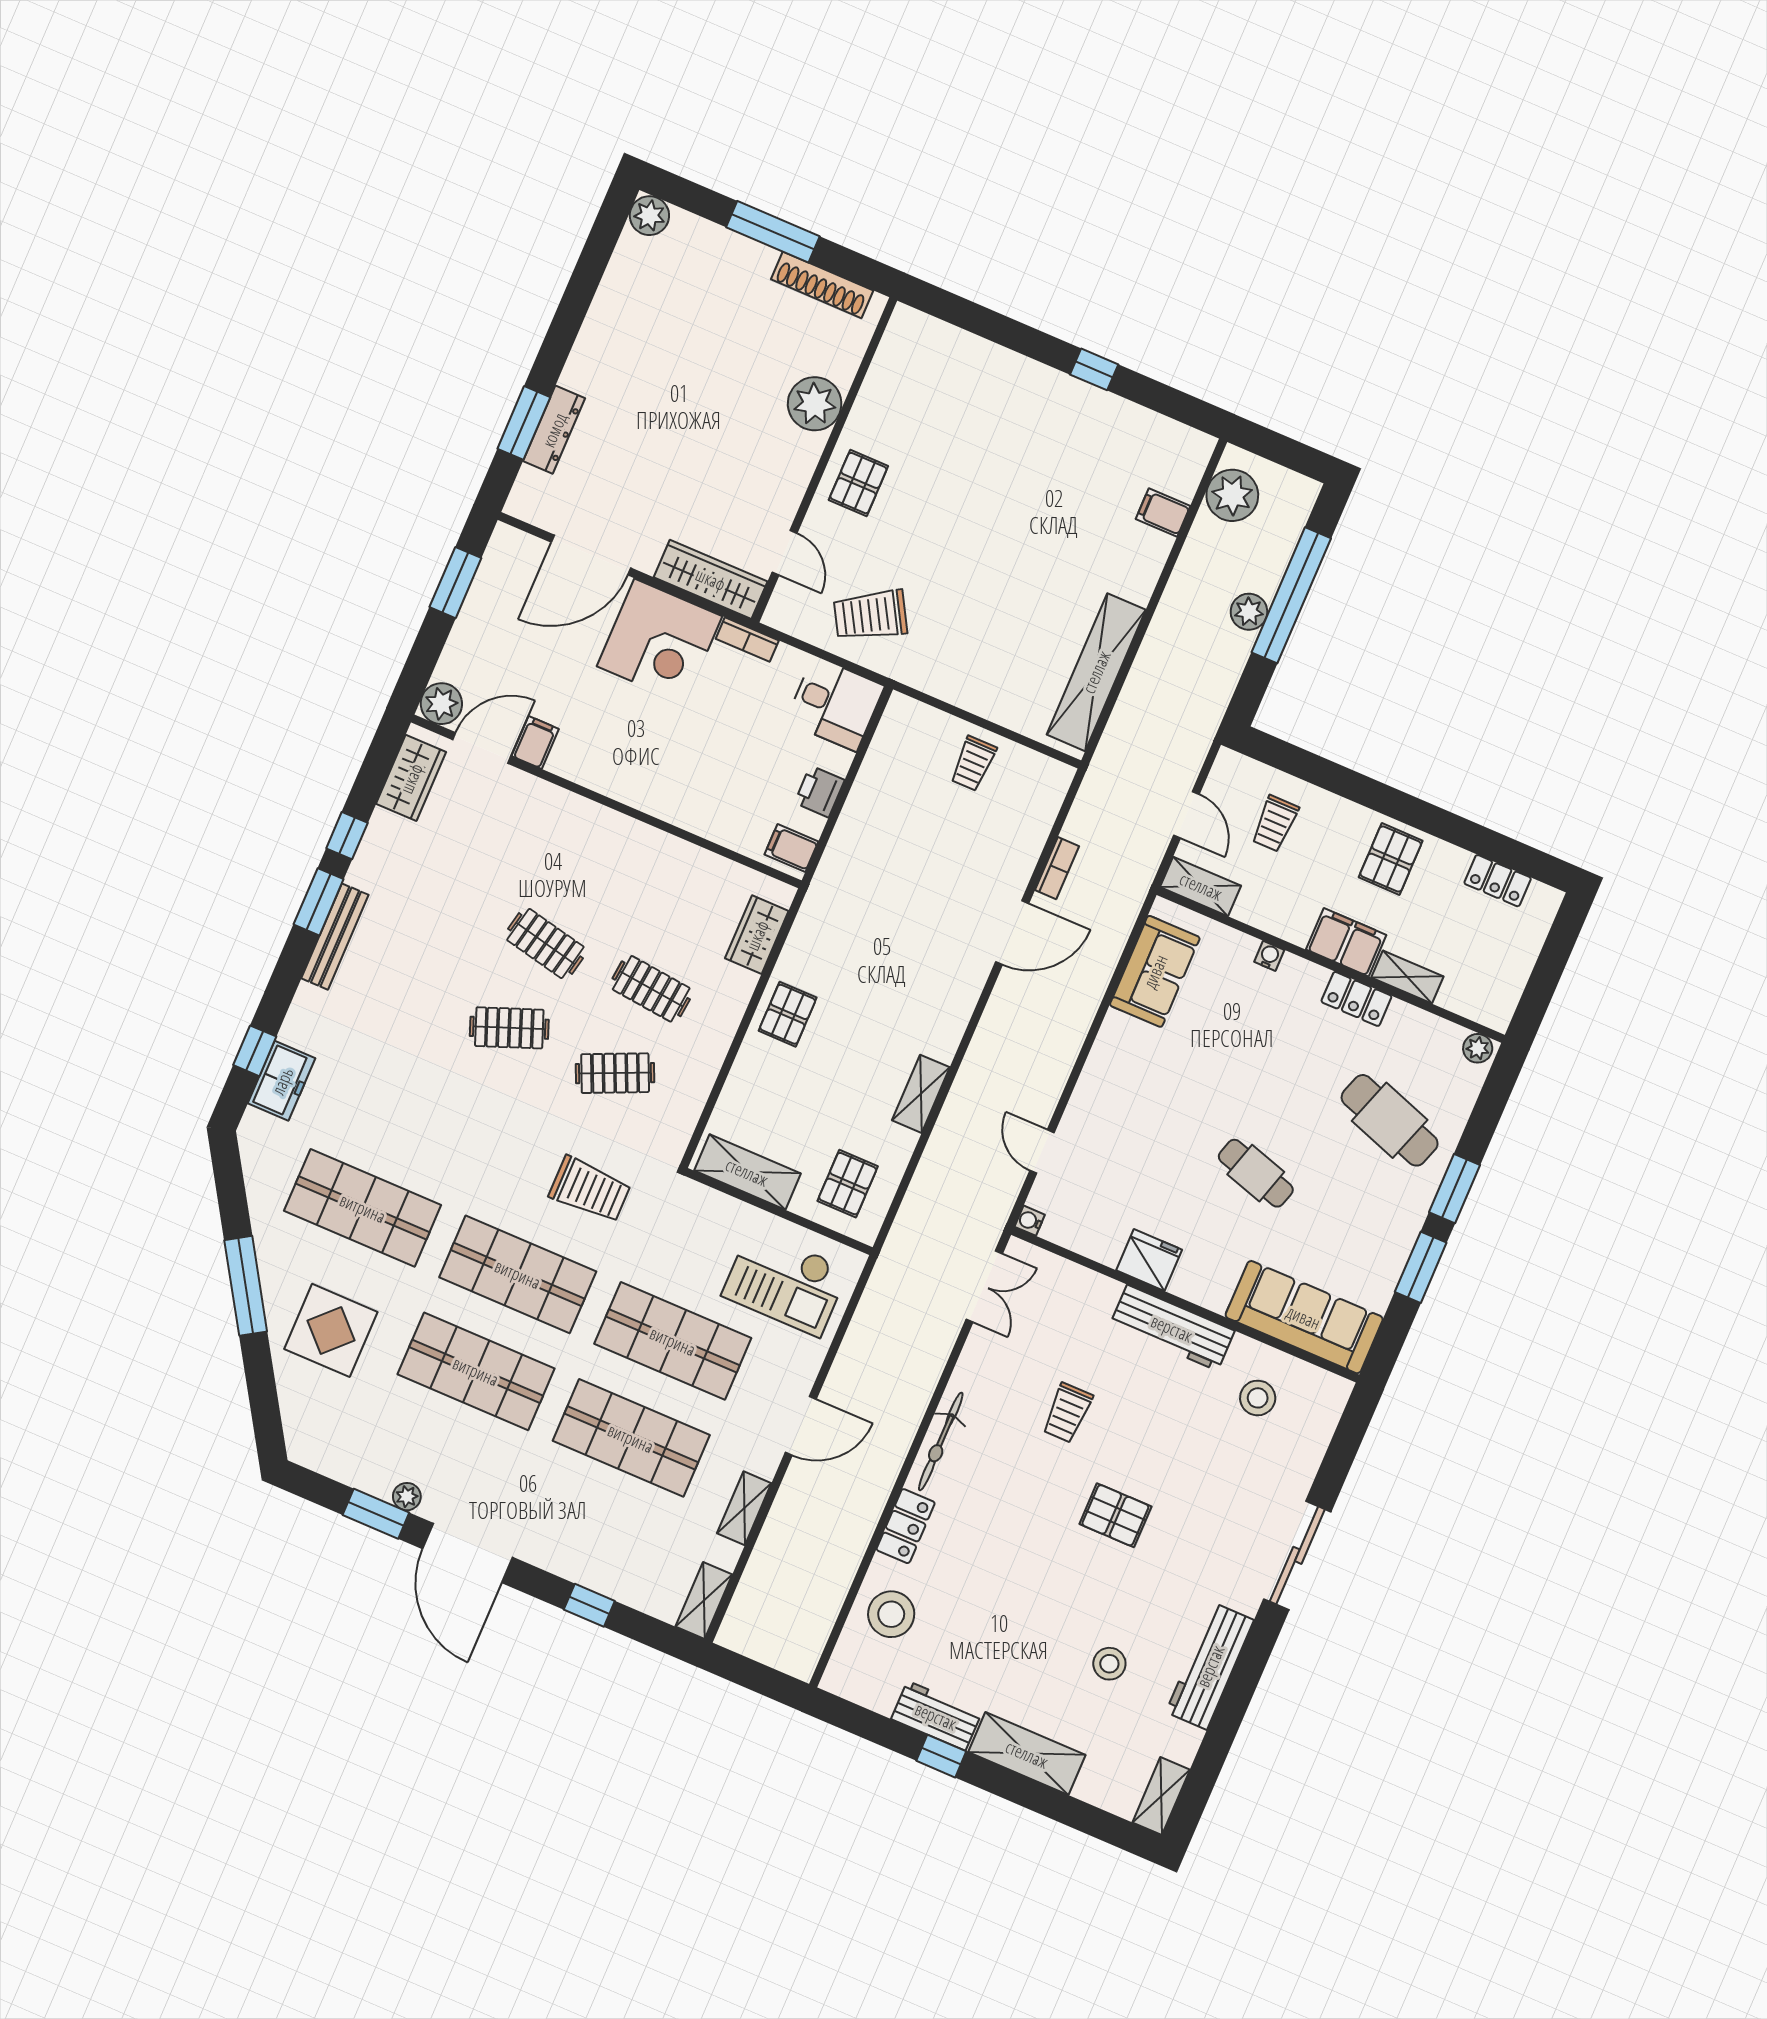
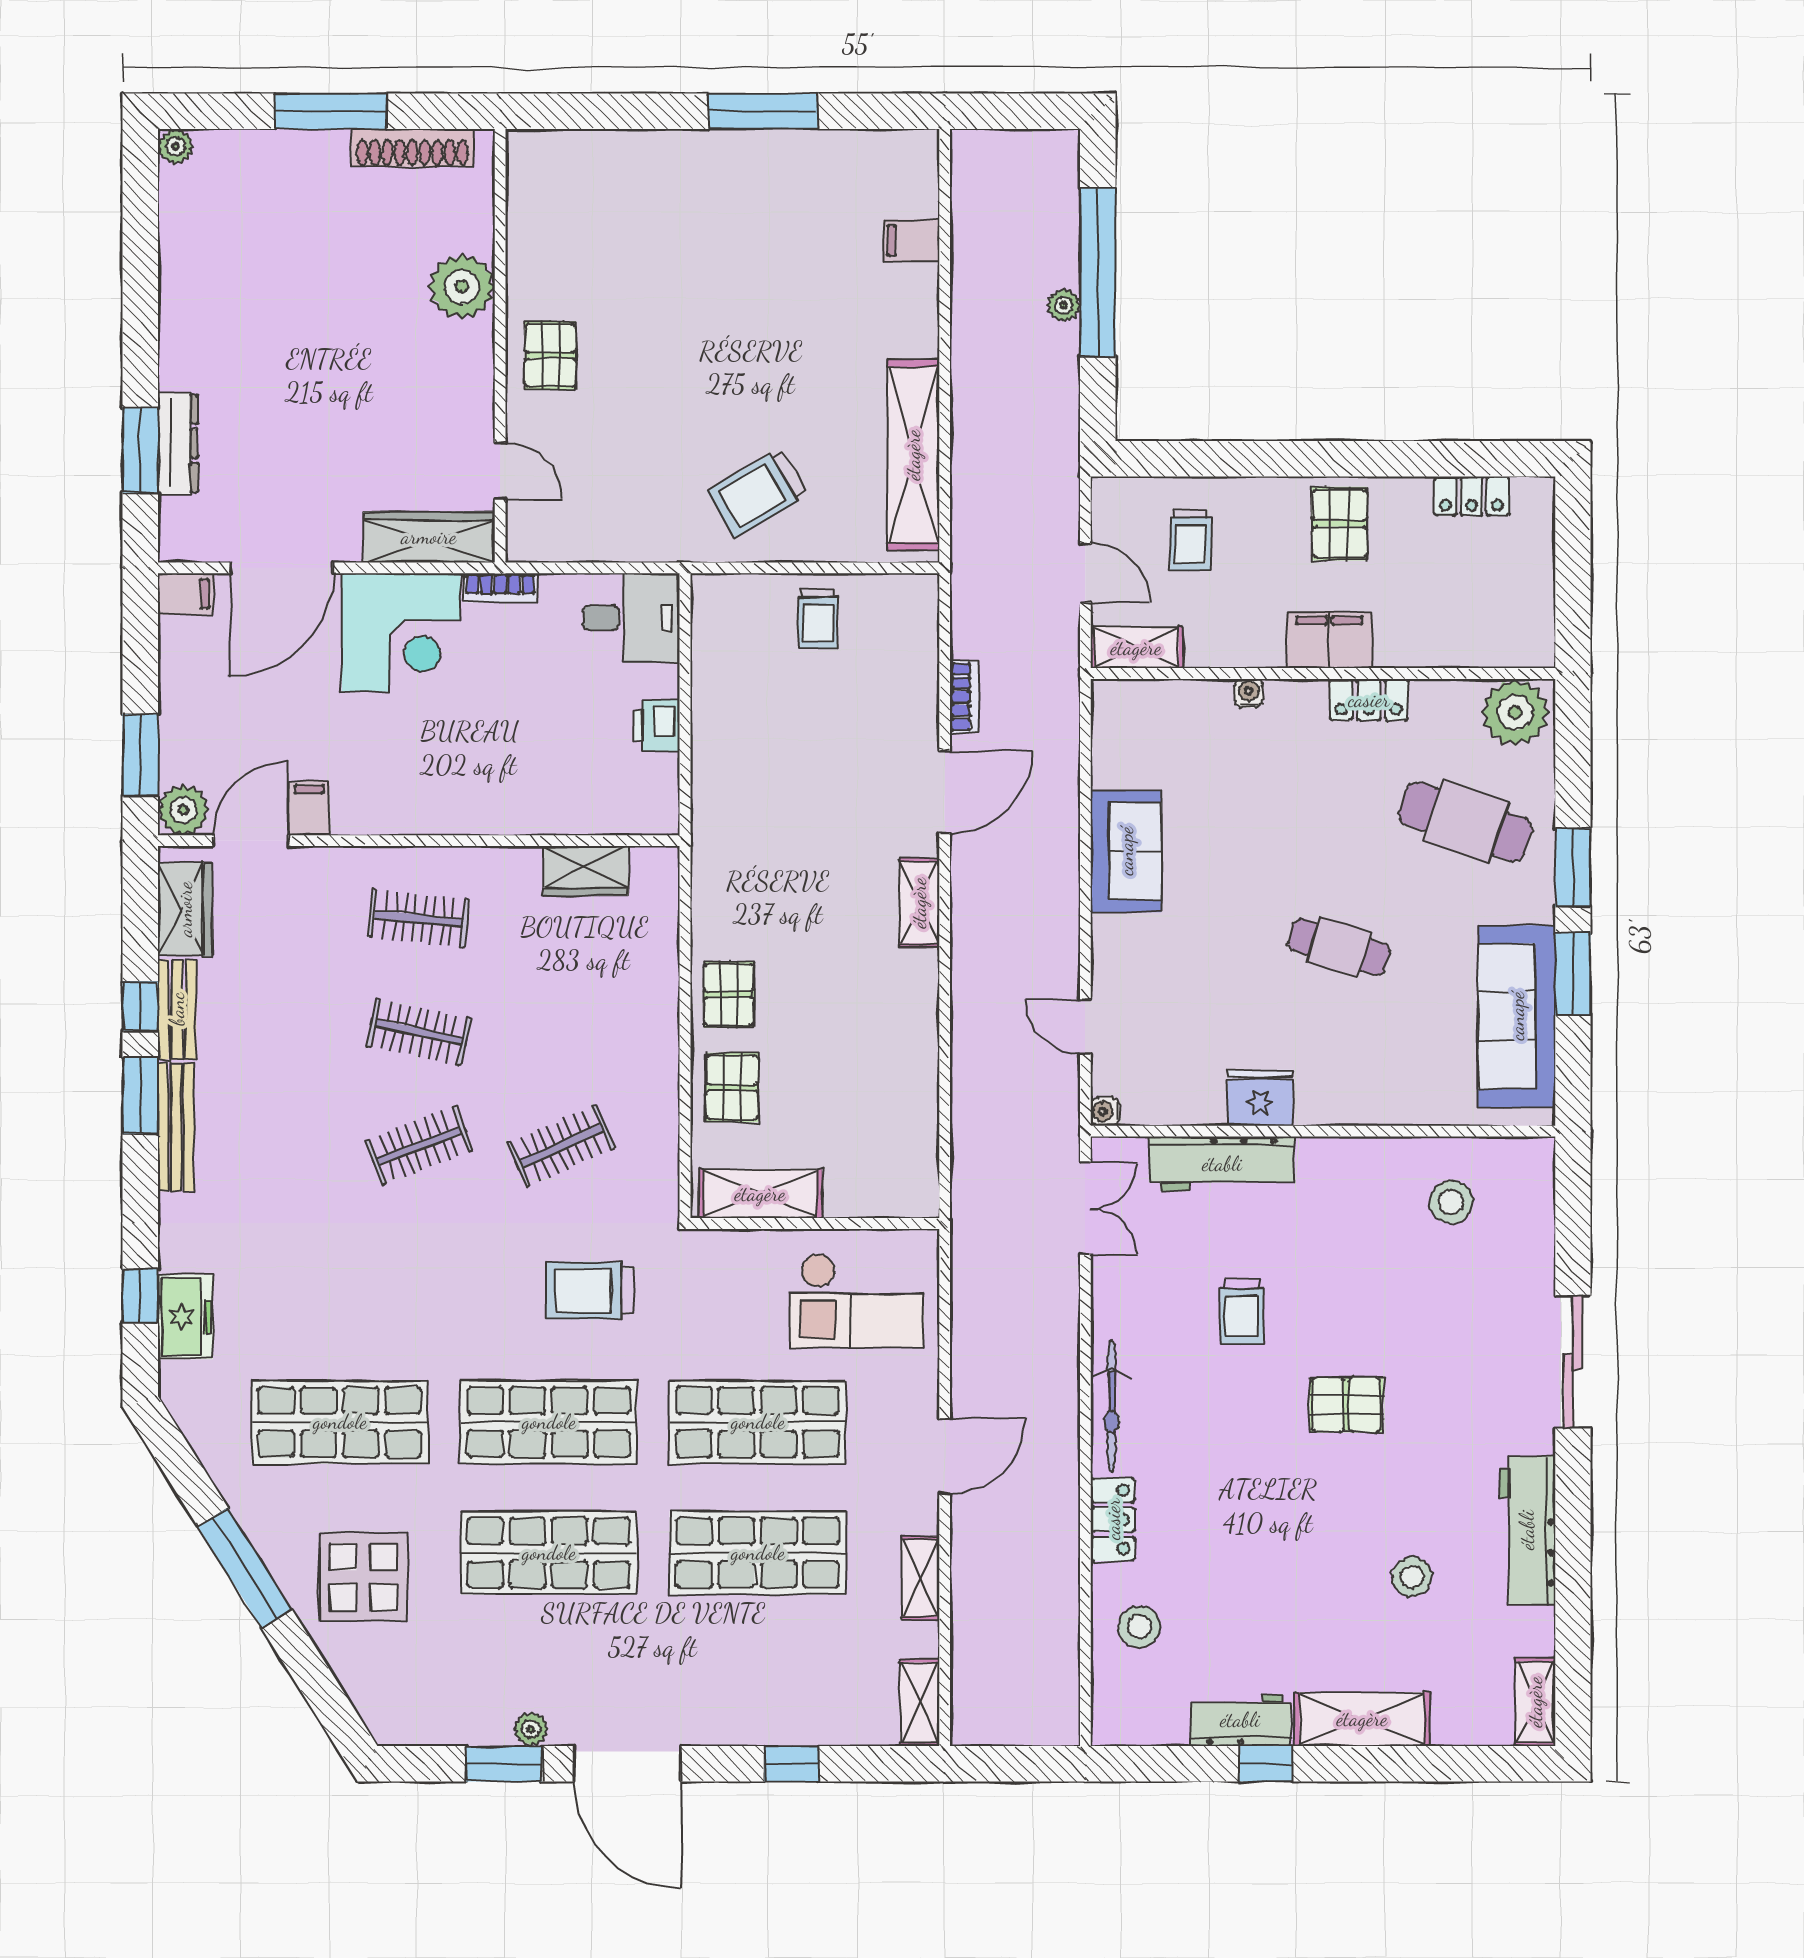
plant: (649, 216) -> (176, 146), width x0.73, depth x0.73
window: (1094, 369) -> (763, 111), width x2.17
plant: (1232, 495) -> (982, 187), removed
window: (455, 583) -> (140, 755), moved
plant: (1249, 612) -> (1064, 305), width x0.73, depth x0.73
trolley: (870, 615) -> (758, 493), moved
filing cabinet: (791, 848) -> (185, 594), moved, turned 180
bench: (373, 850) -> (177, 1009), added
wardrobe: (757, 935) -> (586, 871), moved, turned -90
sofa: (1155, 971) -> (1126, 851), moved
shelving: (1407, 977) -> (1416, 650), removed
clothes rail: (651, 989) -> (419, 918), moved
plant: (1478, 1048) -> (1515, 712), width x1.88, depth x1.88
shelving: (921, 1094) -> (919, 903), moved
pallet: (848, 1184) -> (732, 1087), moved
trolley: (590, 1190) -> (589, 1291), turned 180
sofa: (1304, 1317) -> (1517, 1016), moved, turned -90
workbench: (1172, 1328) -> (1222, 1164), moved
stool: (891, 1614) -> (1139, 1627), width x0.73, depth x0.73

